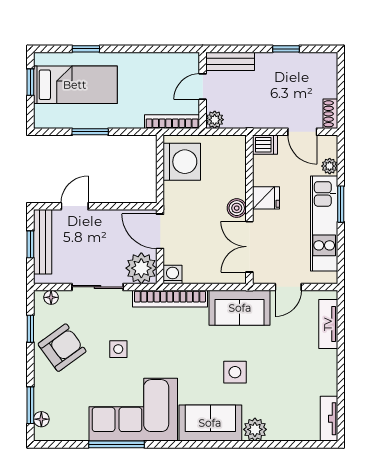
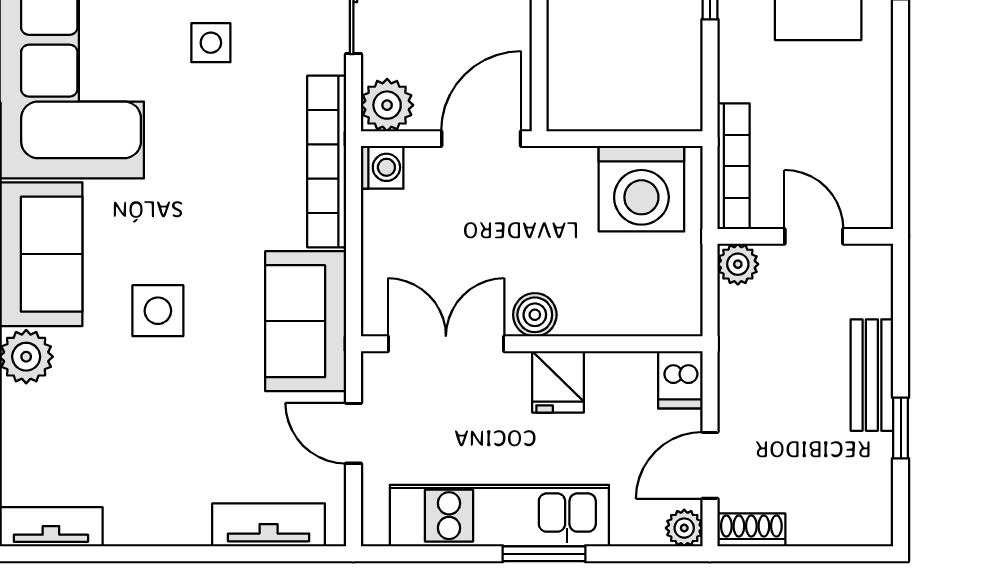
bench: (230, 61) -> (872, 375), moved
plant: (330, 166) -> (684, 528), moved
plant: (141, 268) -> (387, 105), width x0.73, depth x0.73

